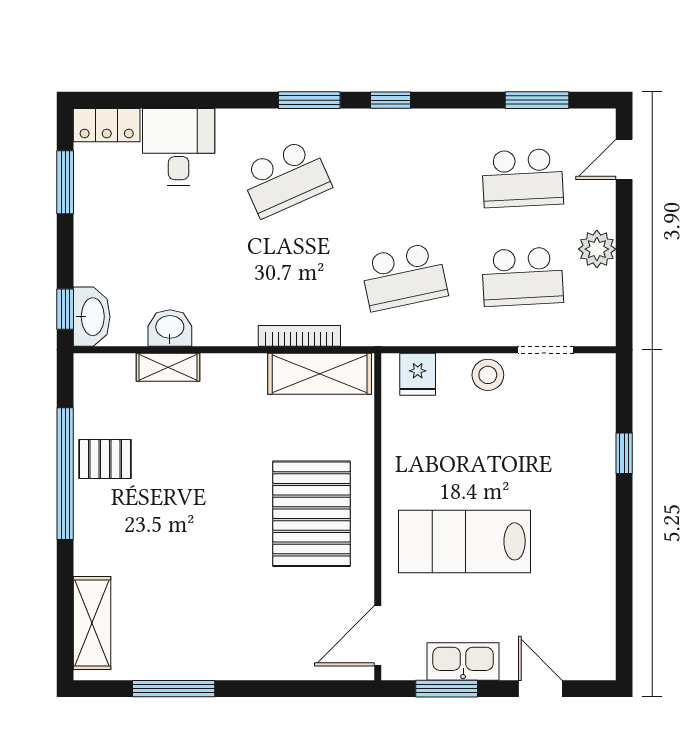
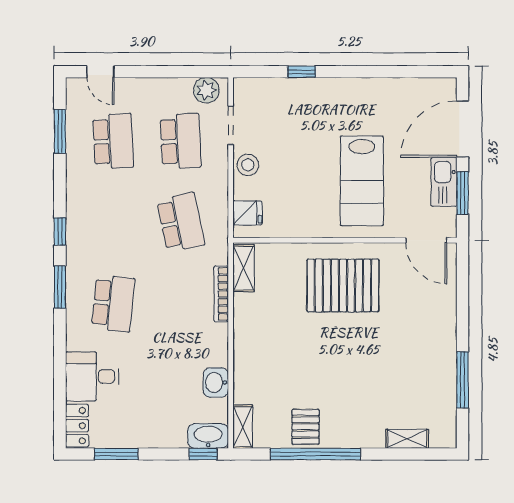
school desk: (285, 178) -> (113, 303), turned 30
plant: (597, 249) -> (206, 90), moved
shelving: (168, 367) -> (243, 427), moved
shelving: (320, 374) -> (244, 268), width x0.67, depth x0.75
shelving: (92, 623) -> (407, 439), width x0.67, depth x0.75
door: (540, 689) -> (463, 129), width x1.88

